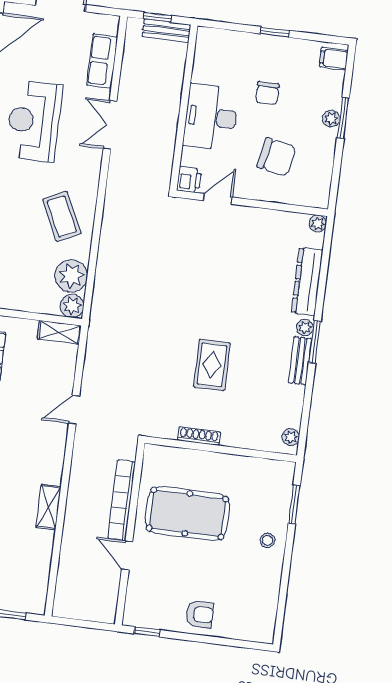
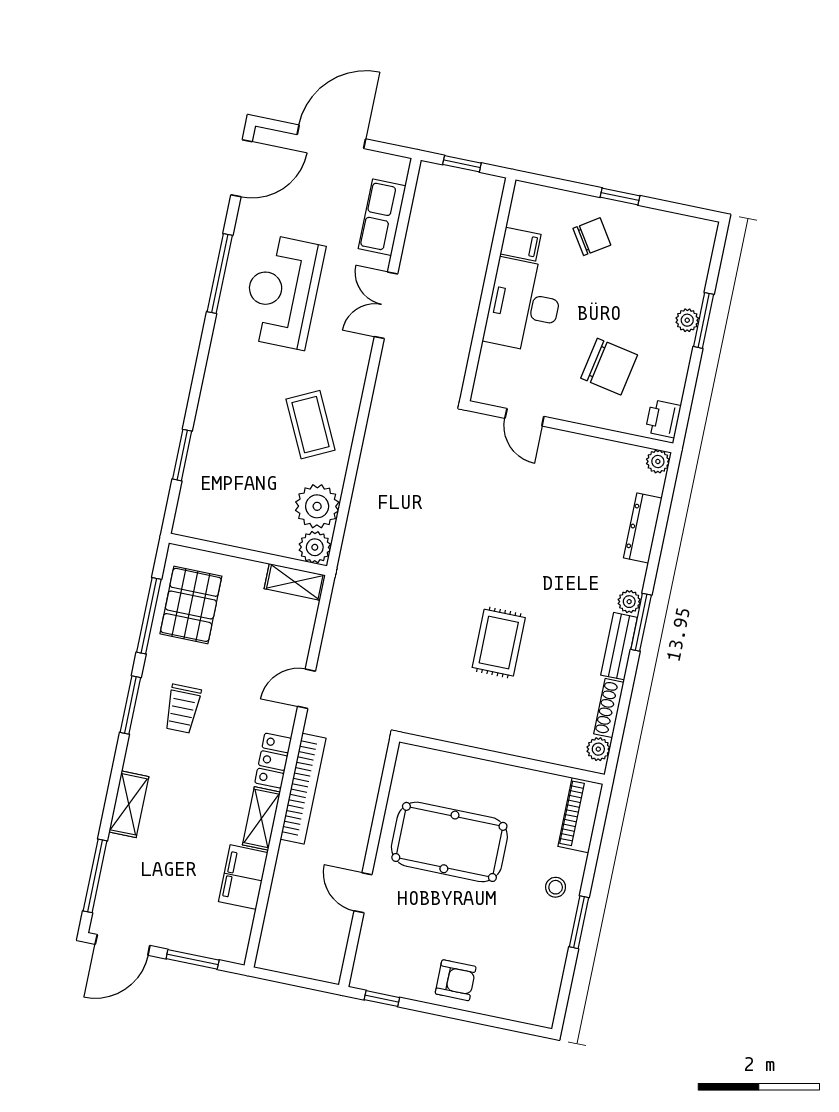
bench: (166, 31) -> (473, 183), removed
filing cabinet: (334, 59) -> (521, 244), moved, turned 180
chair: (267, 93) -> (592, 237), moved, turned -123
printer: (189, 180) -> (663, 419), moved, turned 180
door: (218, 199) -> (524, 417), swing flipped
dresser: (307, 282) -> (643, 528), width x0.73, depth x0.80
shoe rack: (199, 436) -> (609, 708), moved, turned -90
locker: (54, 464) -> (273, 761), added
piano: (281, 486) -> (580, 815), added
bookcase: (122, 500) -> (303, 789), moved, turned 180
window: (294, 504) -> (579, 922), moved
filing cabinet: (39, 551) -> (243, 877), added

